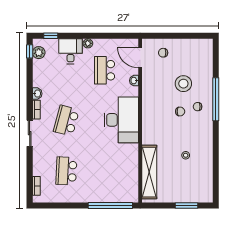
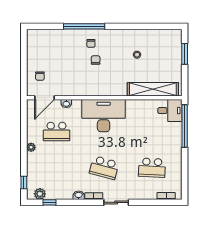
window: (30, 51) -> (49, 202), moved
desk: (70, 51) -> (170, 111), moved, turned 180
stool: (183, 84) -> (69, 57), removed

